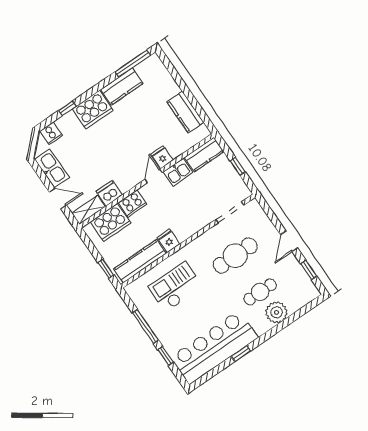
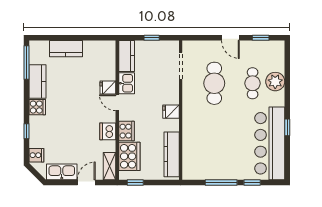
cooker: (93, 110) -> (37, 107), width x0.53, depth x0.76
kitchen counter: (185, 112) -> (66, 49), moved
dishwasher: (109, 193) -> (108, 131), moved
fridge: (168, 241) -> (171, 112), moved
window: (106, 269) -> (135, 182), moved
checkout: (176, 287) -> (207, 141), removed

